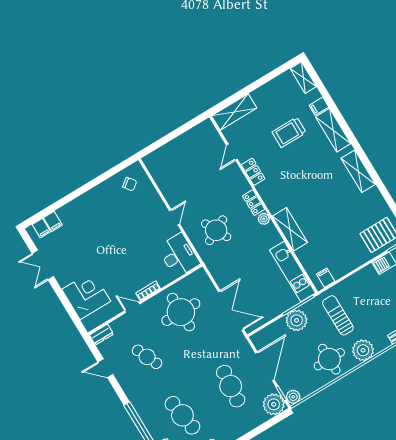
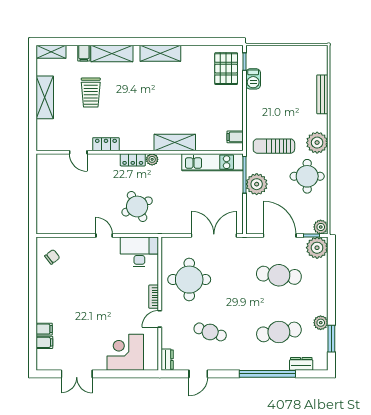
shelving: (234, 112) -> (45, 97), moved
filing cabinet: (41, 228) -> (44, 329), moved
cafe table: (147, 357) -> (210, 332), turned 42

